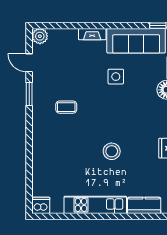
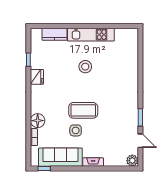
coffee table: (66, 107) -> (83, 110), moved, width x1.86, depth x1.72
stool: (112, 151) -> (85, 67), moved
dishwasher: (41, 205) -> (132, 34), removed

